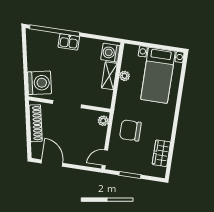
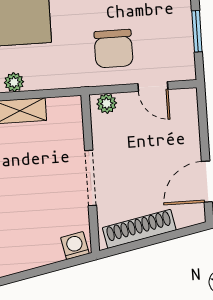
washing machine: (39, 83) -> (75, 246), width x0.53, depth x0.53
door: (105, 158) -> (153, 87), moved

